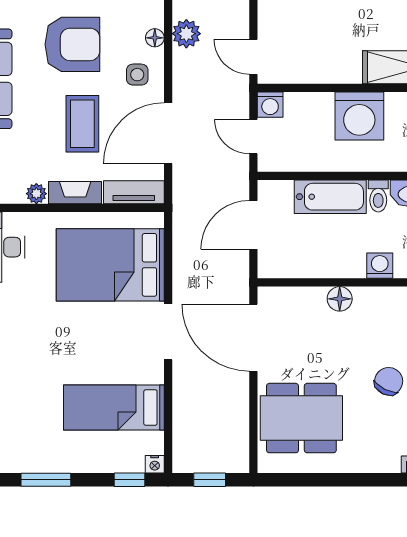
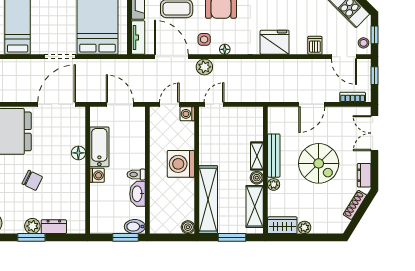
plant: (186, 34) -> (204, 67), moved
bathtub: (330, 197) -> (99, 147), moved, turned 180

